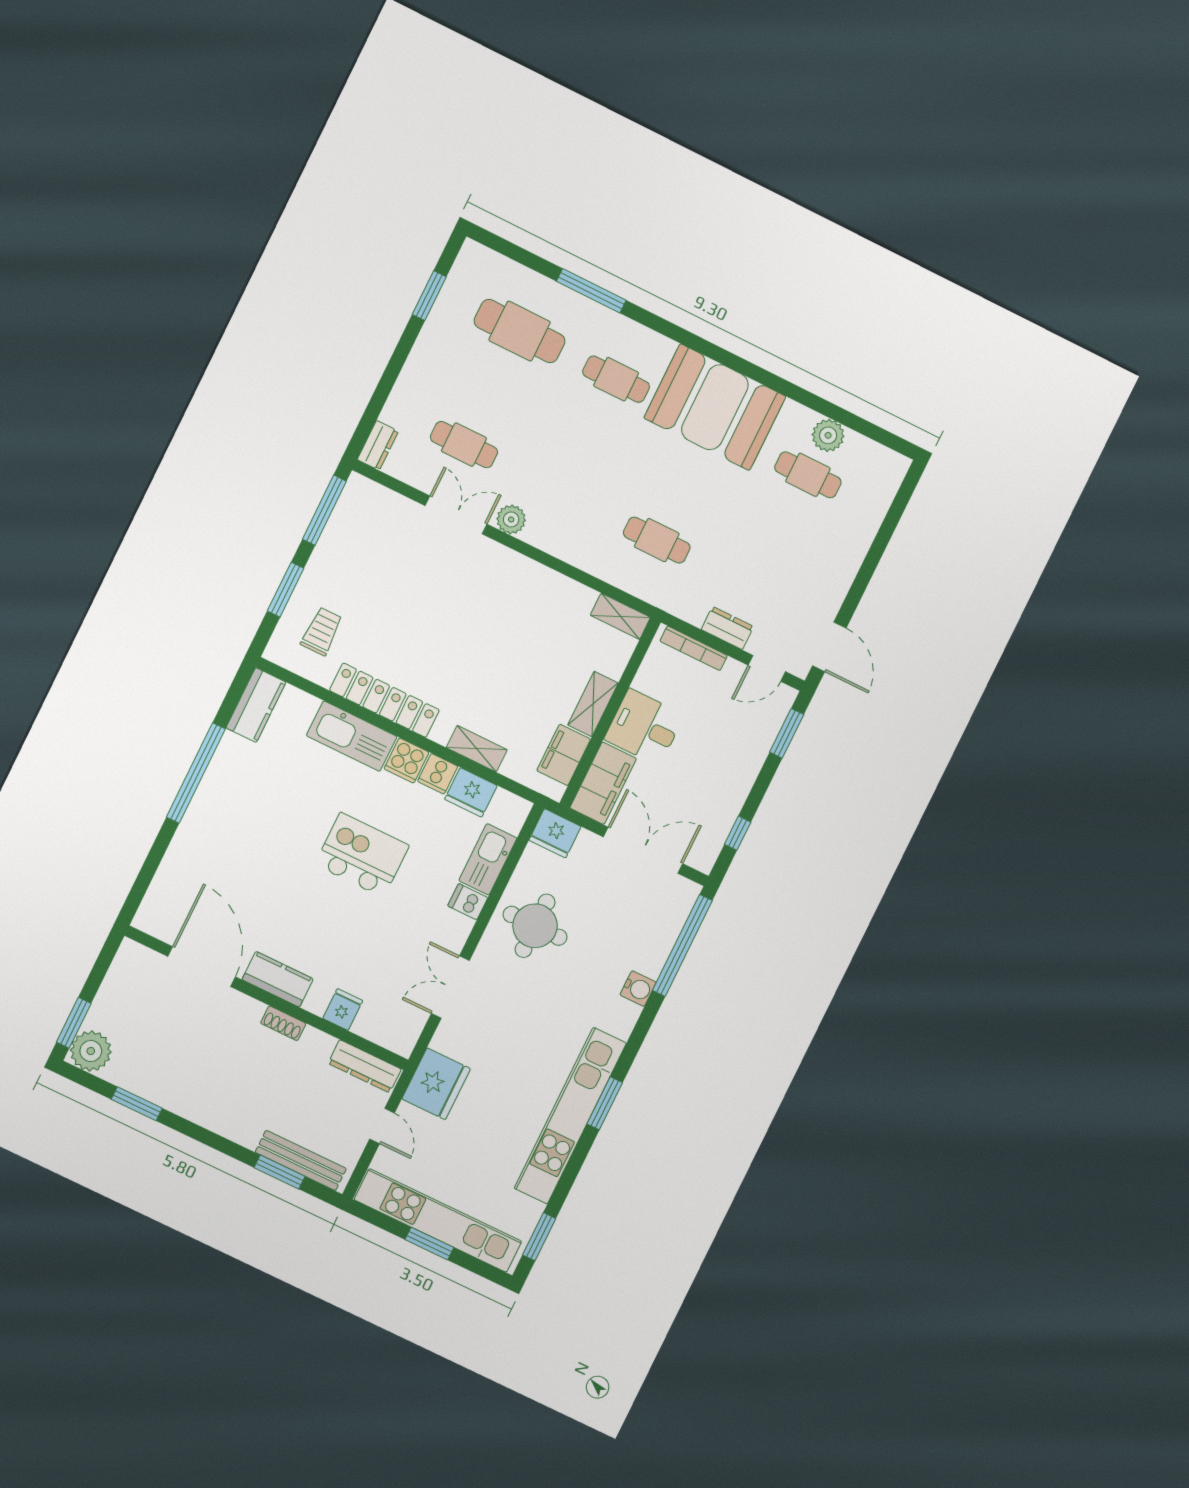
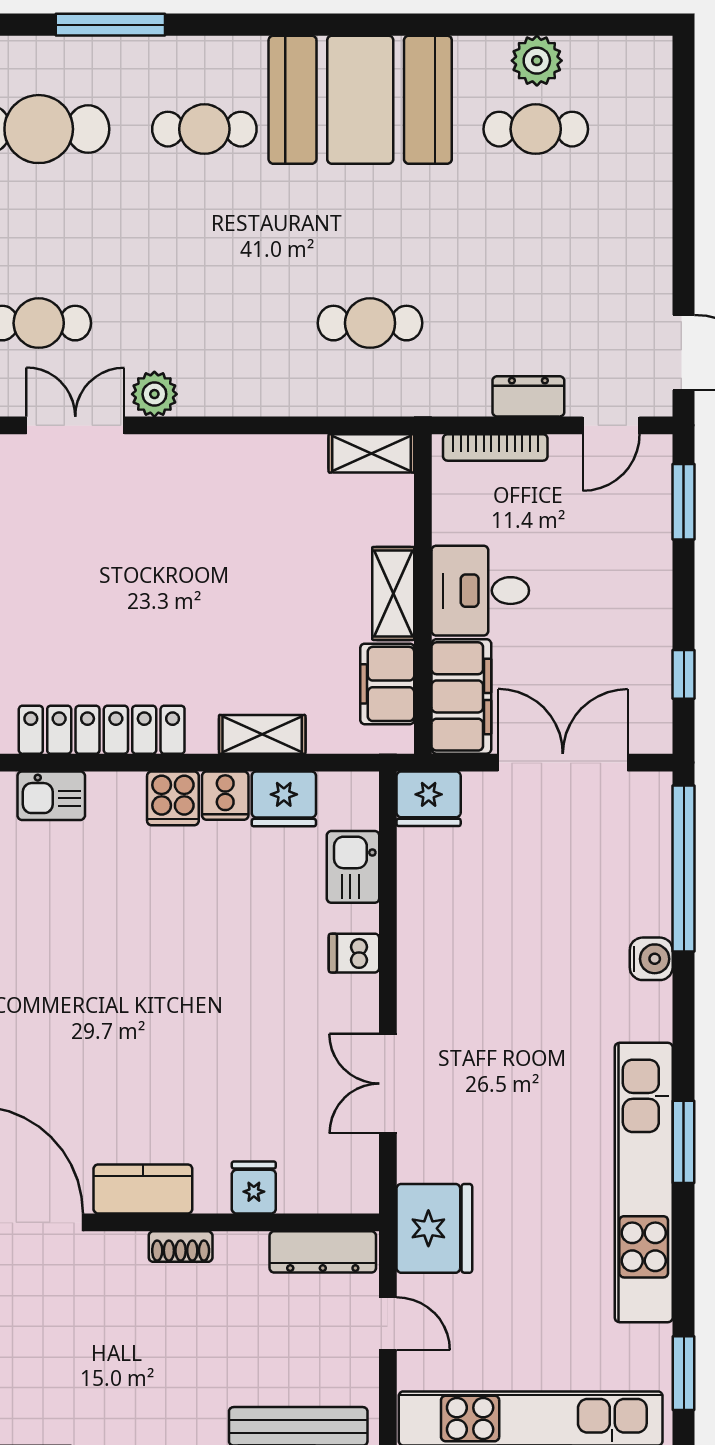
kitchen sink: (352, 736) -> (51, 796), width x0.53, depth x0.81
kitchen island: (362, 855) -> (175, 959), removed
kitchen sink: (488, 859) -> (353, 867), width x0.73
round table: (535, 926) -> (464, 941), removed

